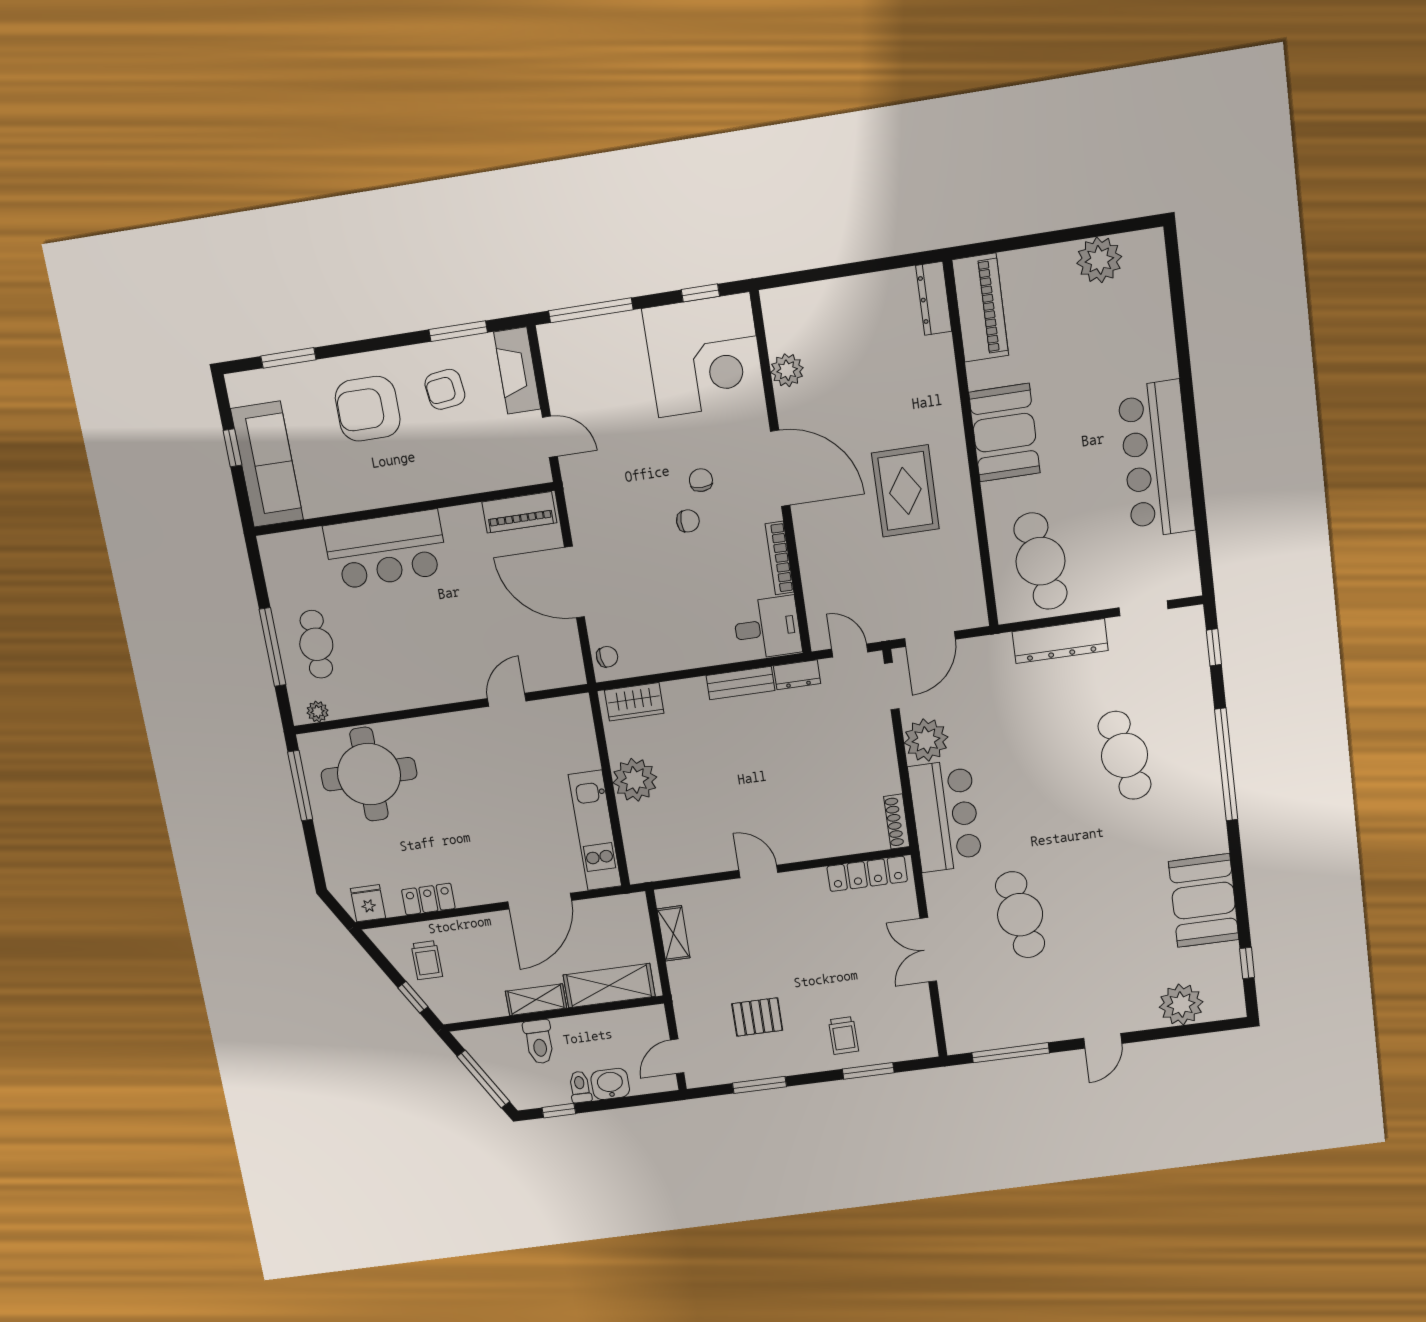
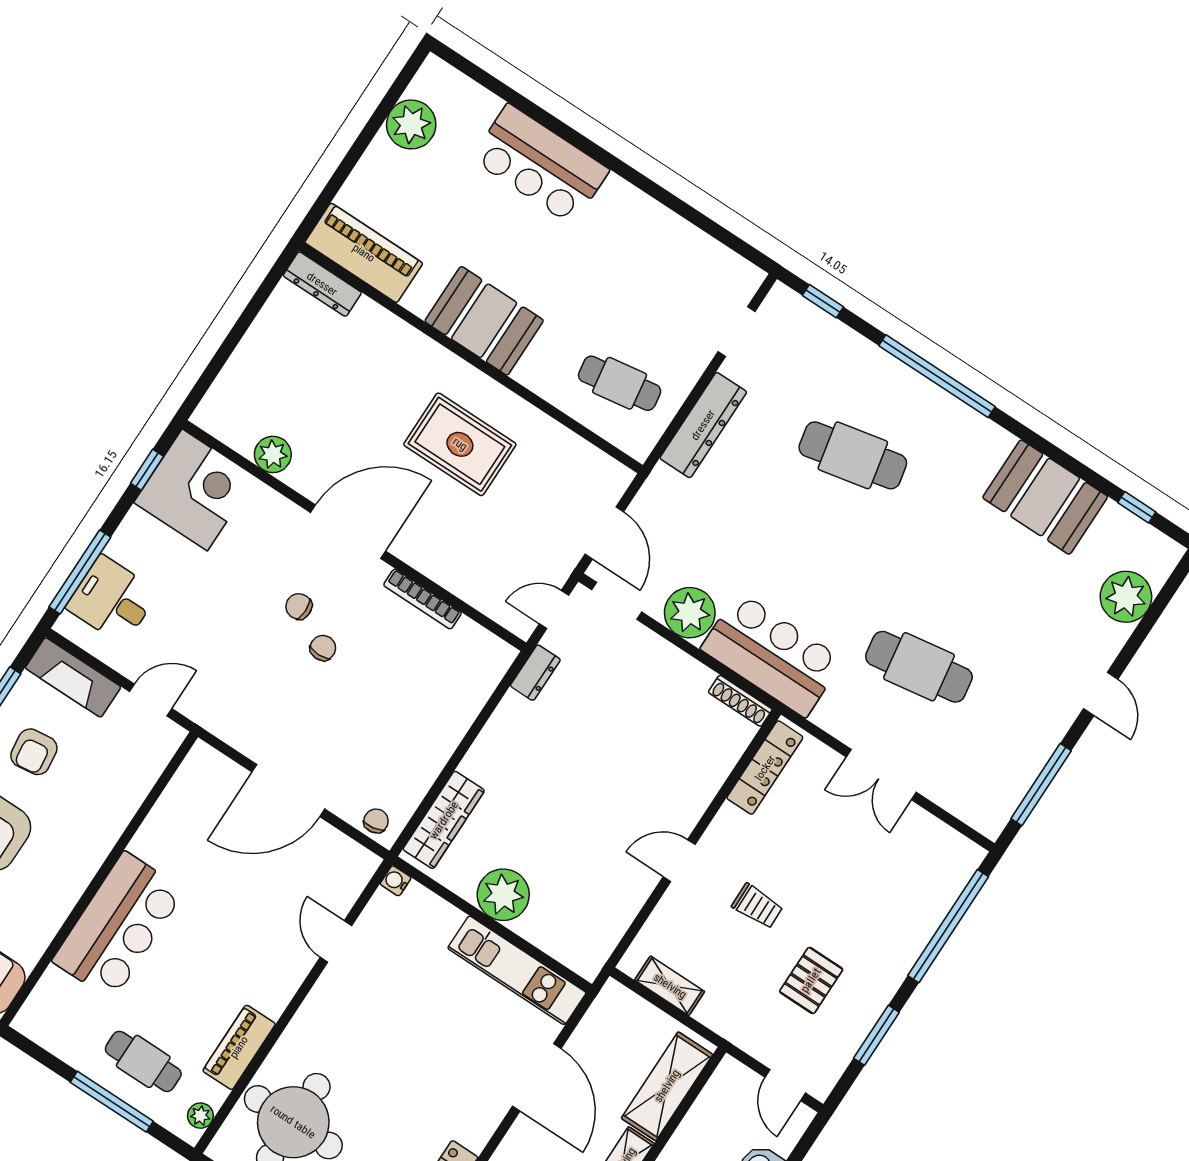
corner desk: (704, 355) -> (195, 490), width x0.74, depth x0.74
bar counter: (1156, 460) -> (540, 164), moved, width x0.73
piano: (519, 512) -> (239, 1047), moved, turned 180
cafe table: (1040, 561) -> (620, 383), width x0.73, depth x0.74
desk: (767, 628) -> (112, 600), moved, turned -90
bench: (740, 683) -> (500, 727), removed
wardrobe: (634, 702) -> (444, 820), width x1.50
water cooler: (580, 704) -> (396, 881), added
trolley: (843, 1035) -> (757, 906), moved
window: (868, 1071) -> (948, 926), width x2.11

